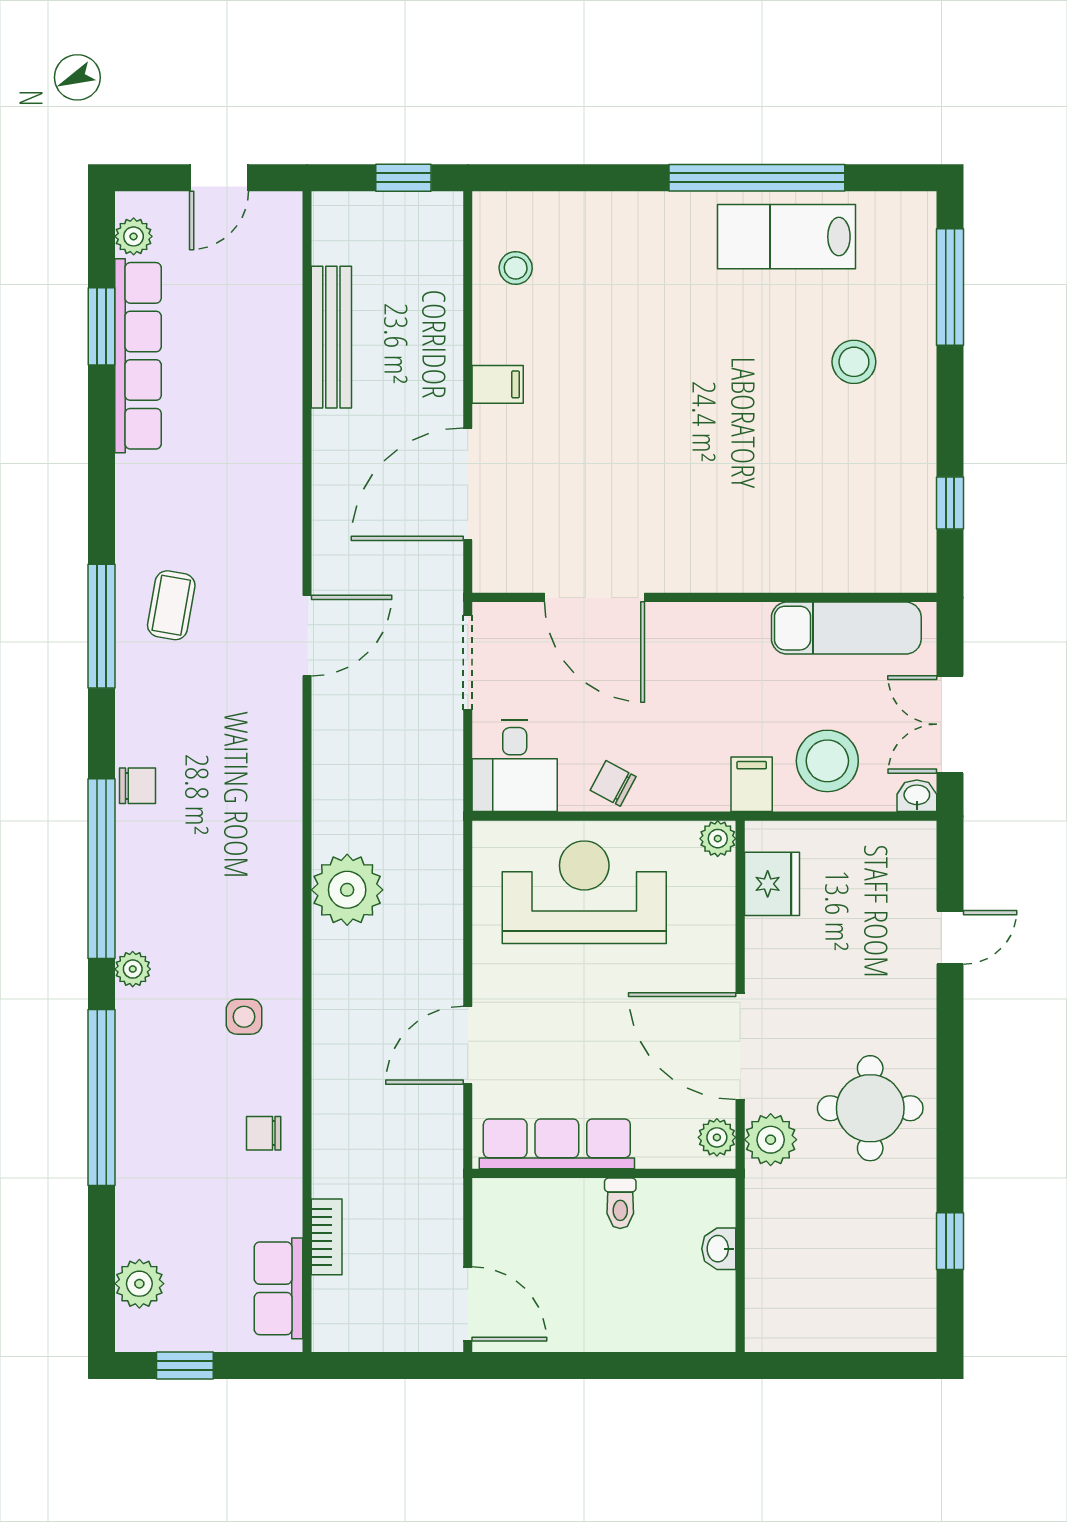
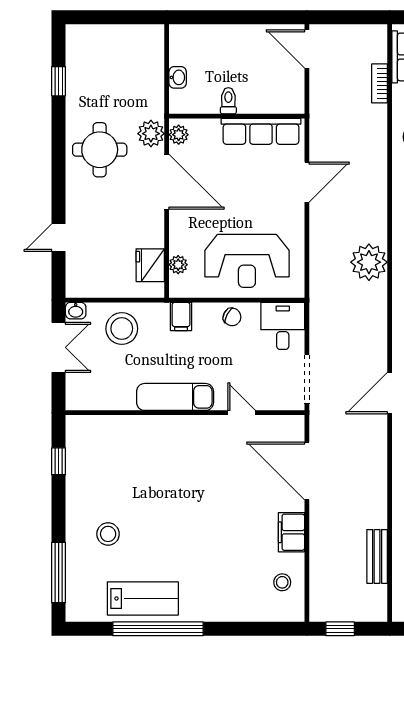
bench: (331, 337) -> (377, 556), width x0.73
filing cabinet: (498, 384) -> (291, 532), width x2.00
door: (468, 484) -> (307, 471), swing flipped
door: (595, 597) -> (242, 413), width x0.53
exam couch: (846, 628) -> (175, 397), moved
filing cabinet: (752, 784) -> (181, 316), moved
plant: (718, 839) -> (178, 265), moved

